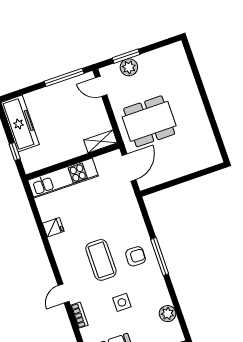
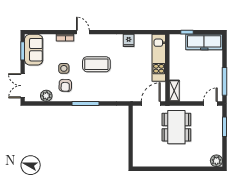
plant: (129, 67) -> (216, 161), moved
door: (129, 168) -> (151, 104), swing flipped
armchair: (135, 256) -> (65, 85), moved

